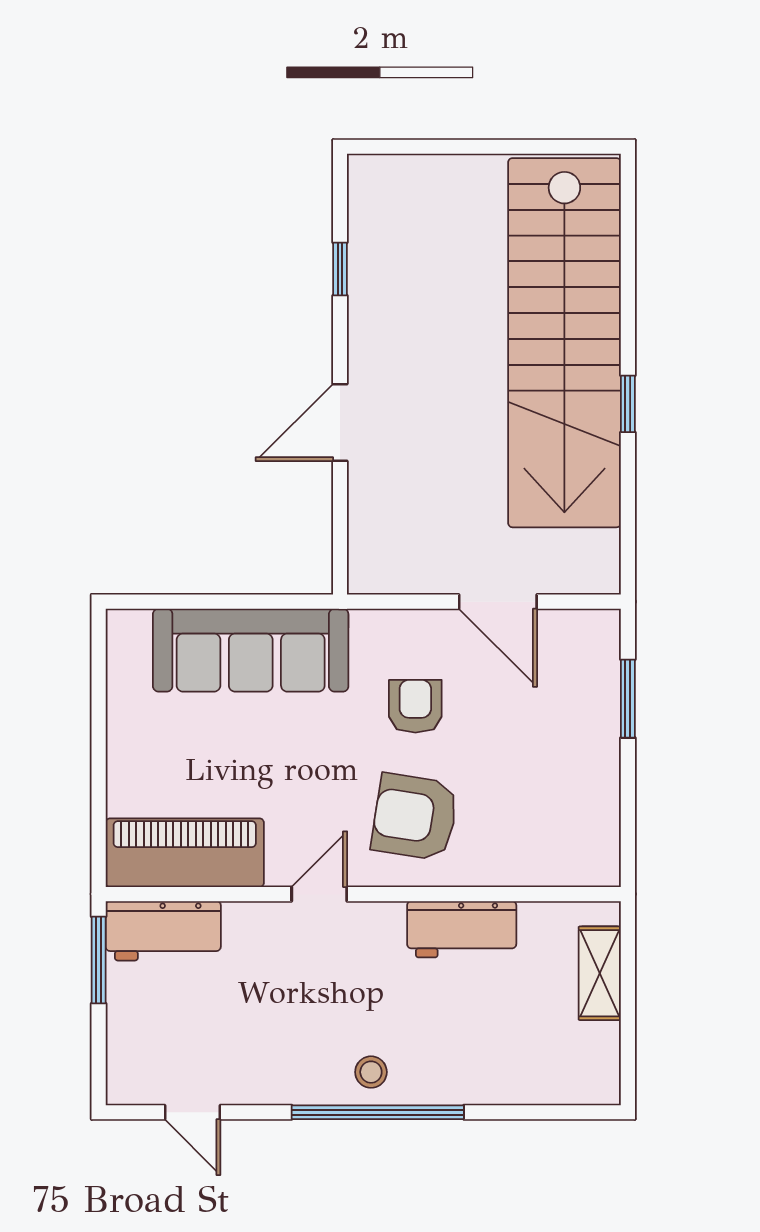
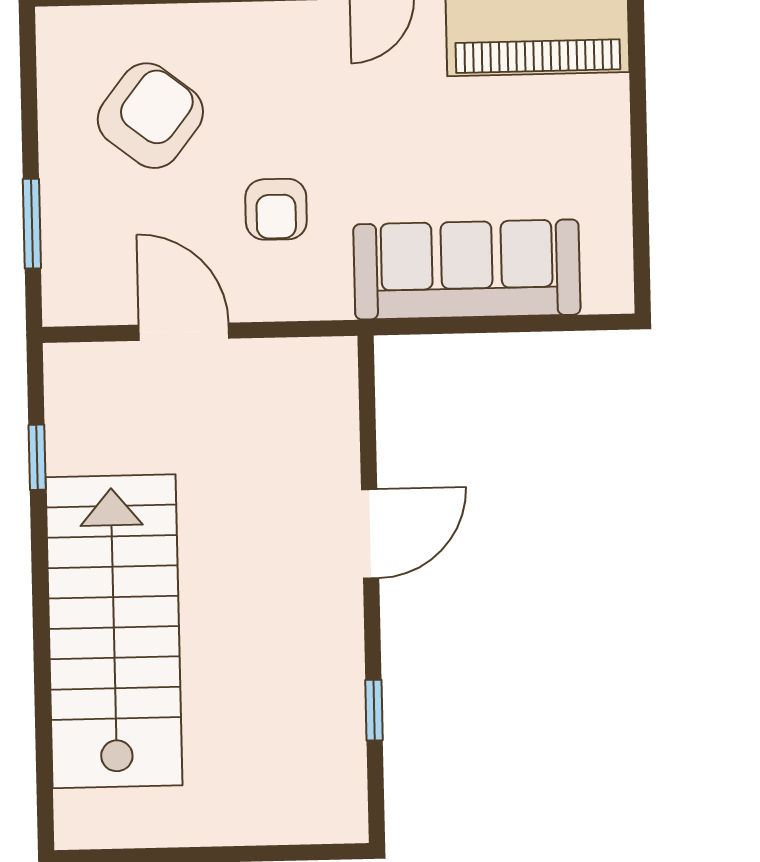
stairs: (564, 343) -> (114, 631), width x0.73
window: (628, 404) -> (37, 457), moved
armchair: (415, 817) -> (150, 116), moved, turned -61

